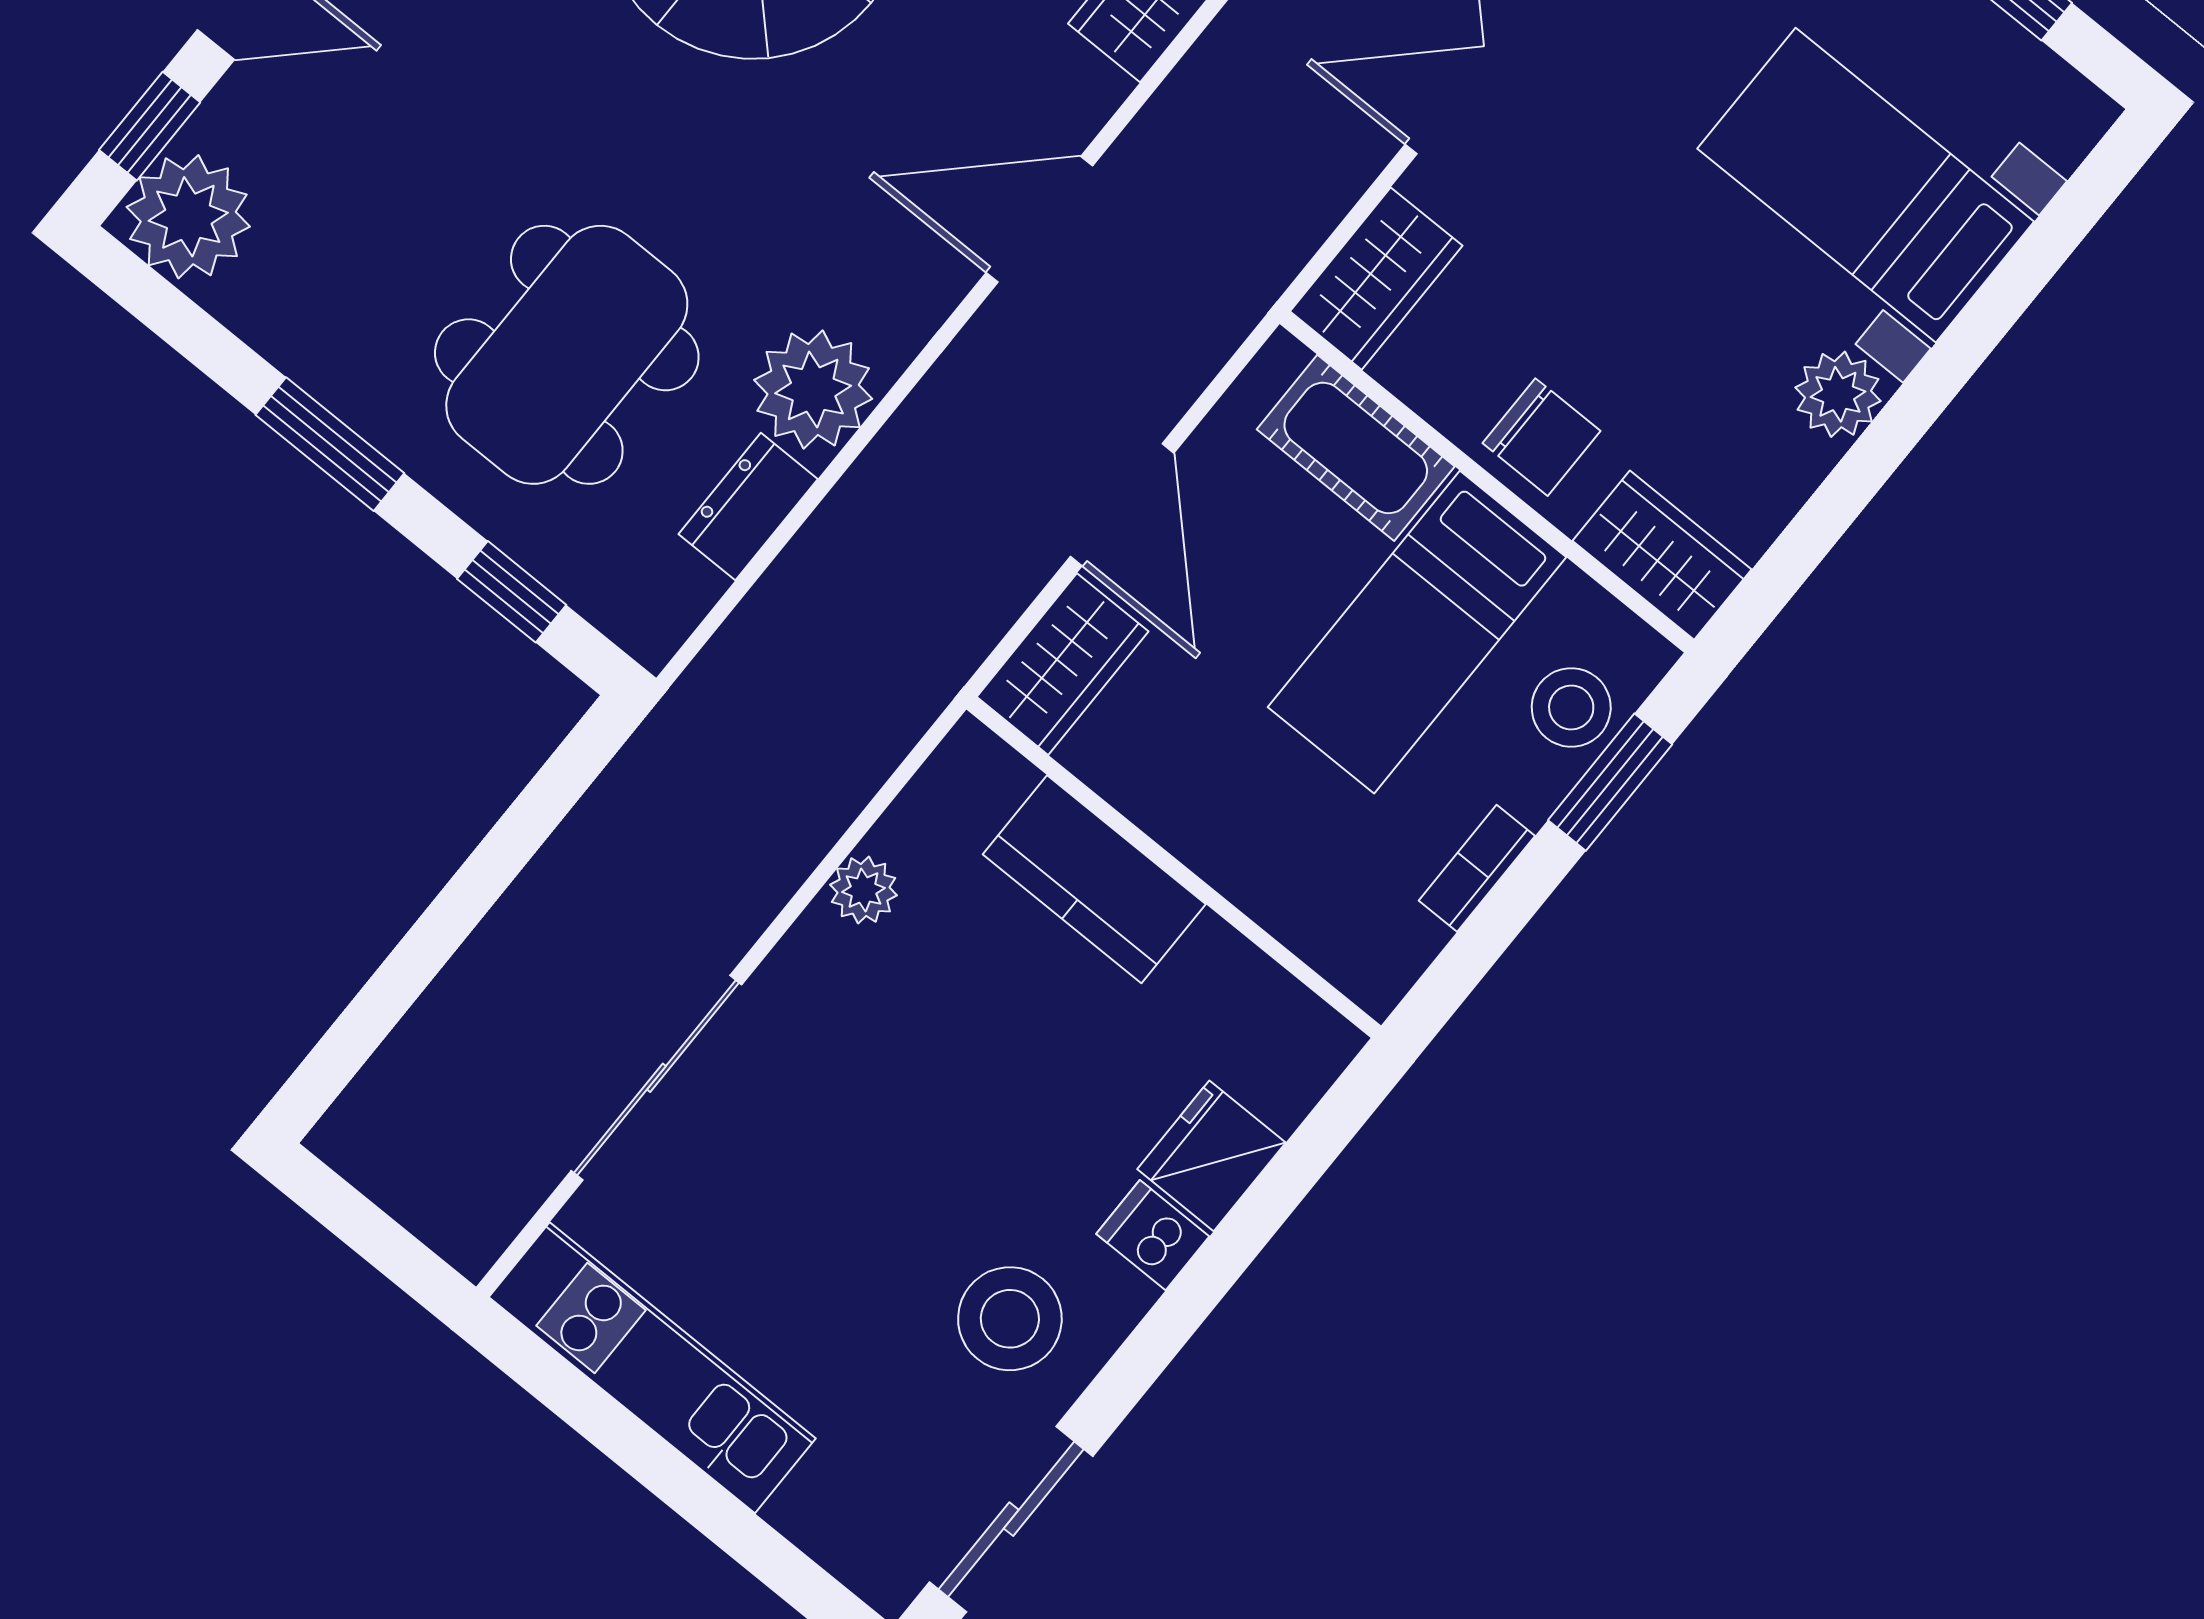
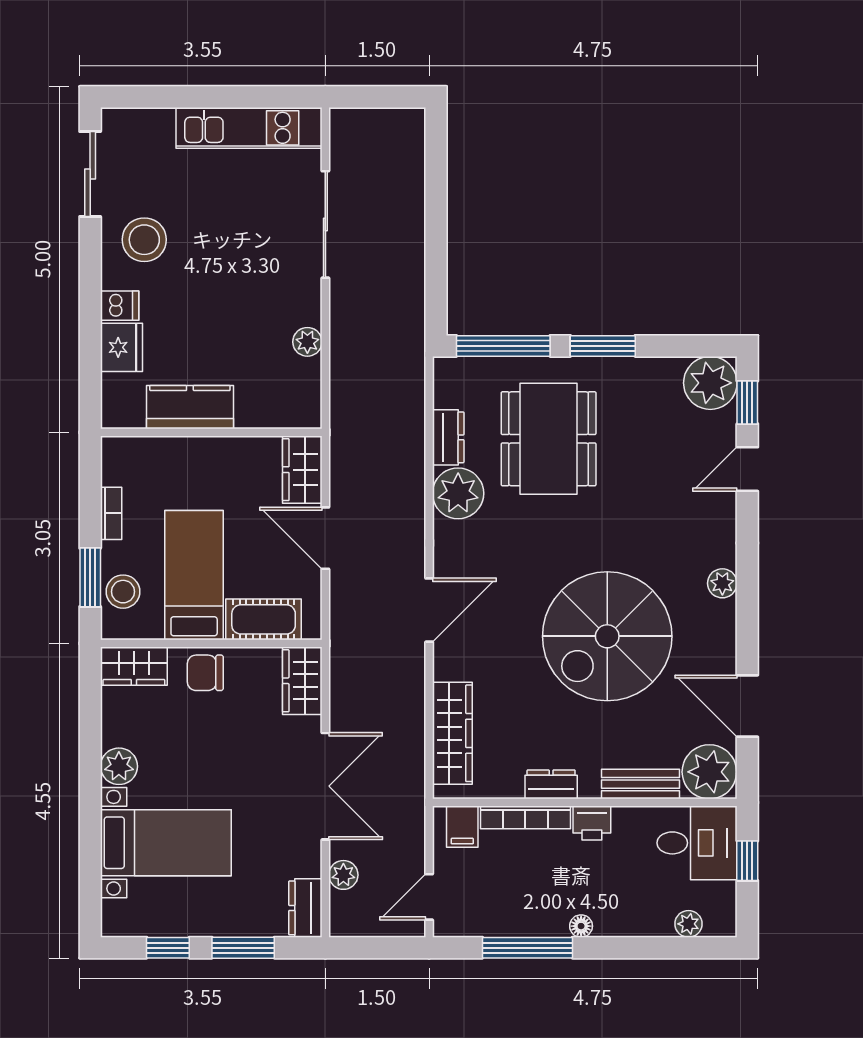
window: (512, 592) -> (503, 346), width x2.17
kitchen counter: (1094, 879) -> (190, 407), moved

